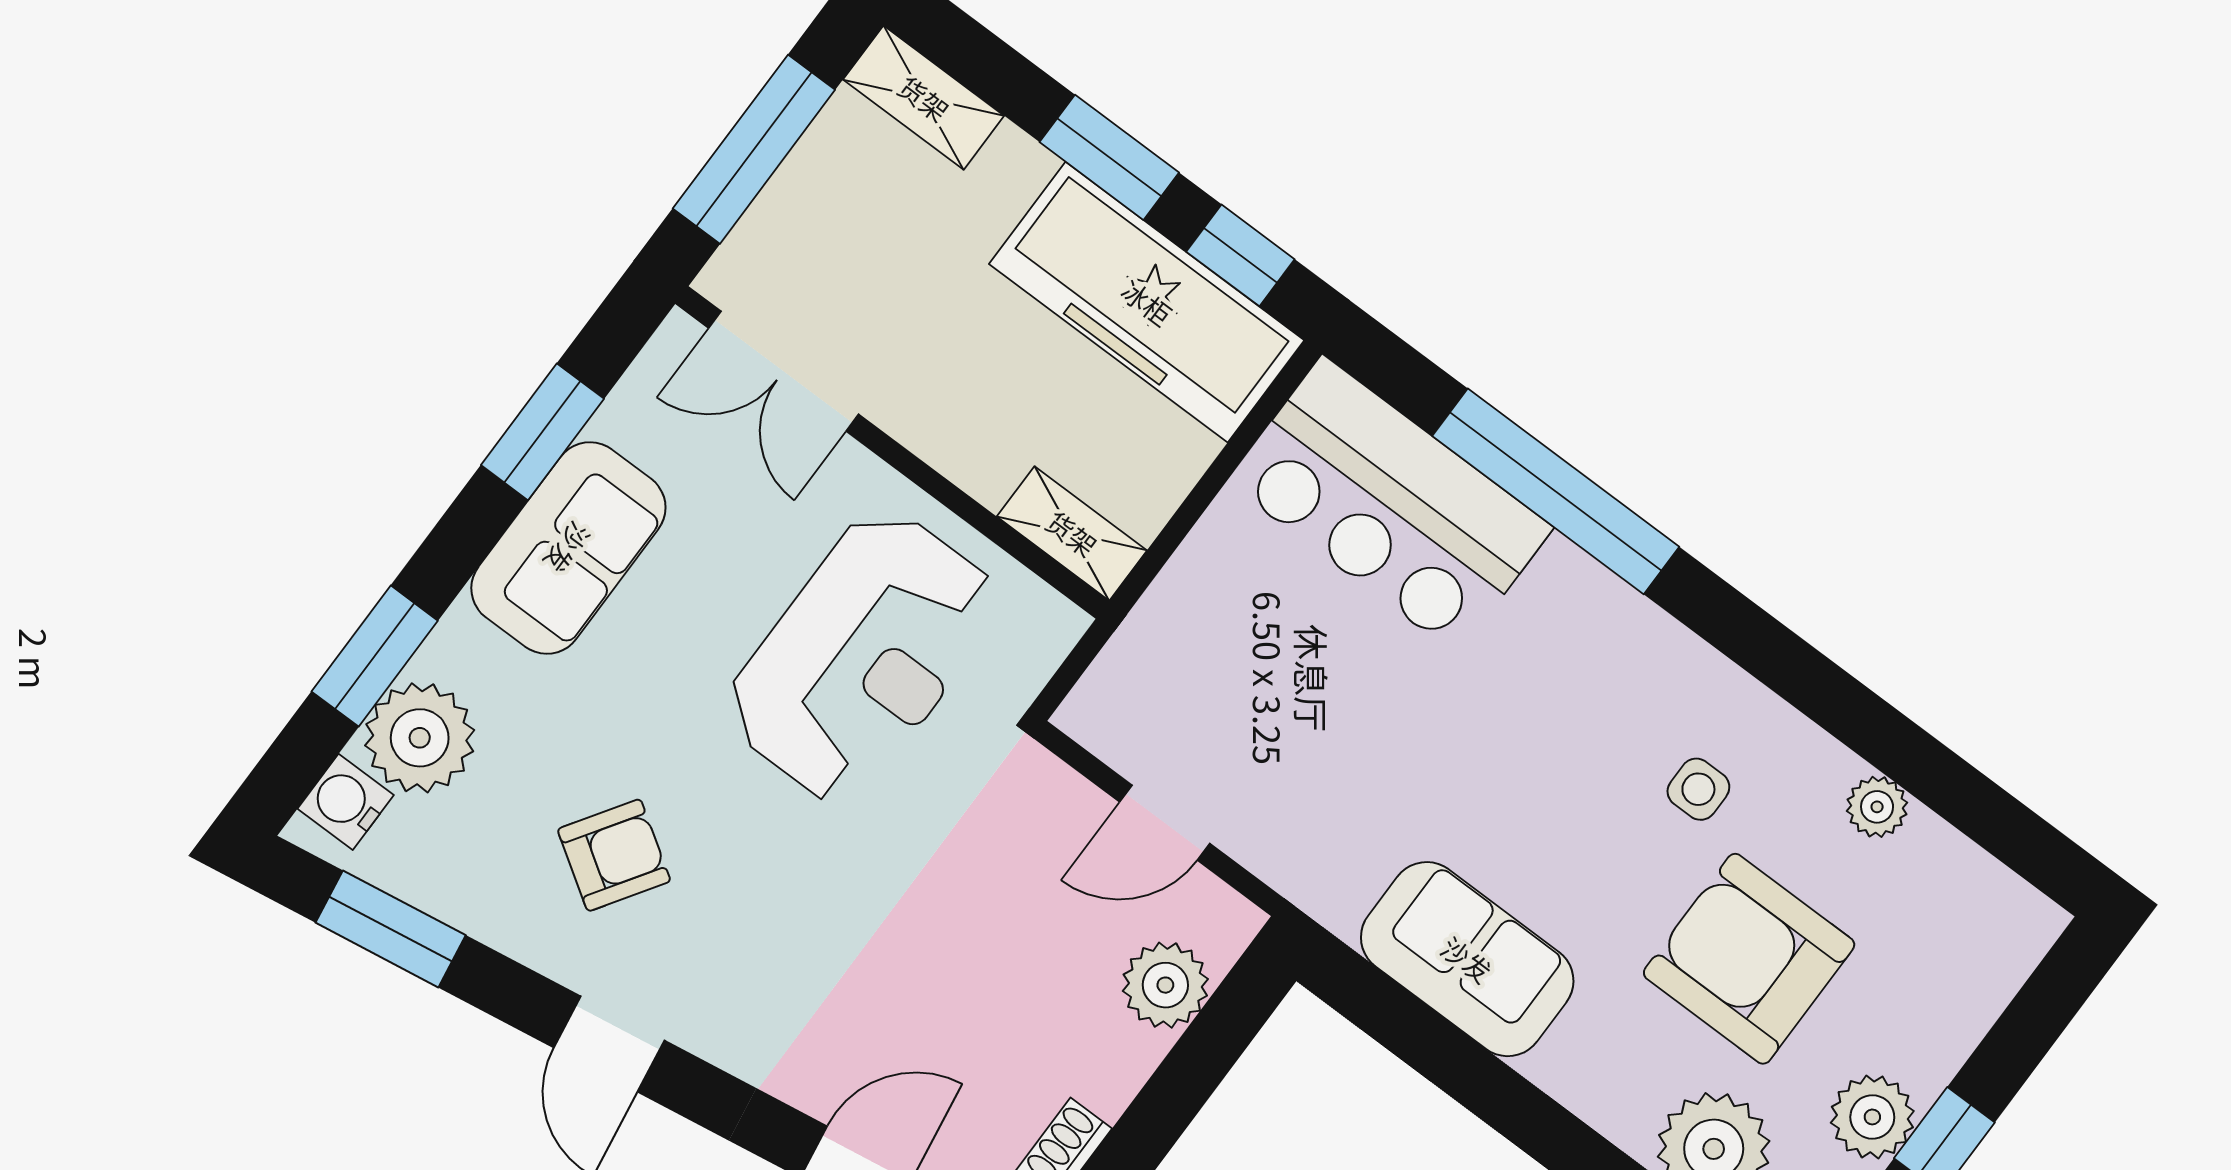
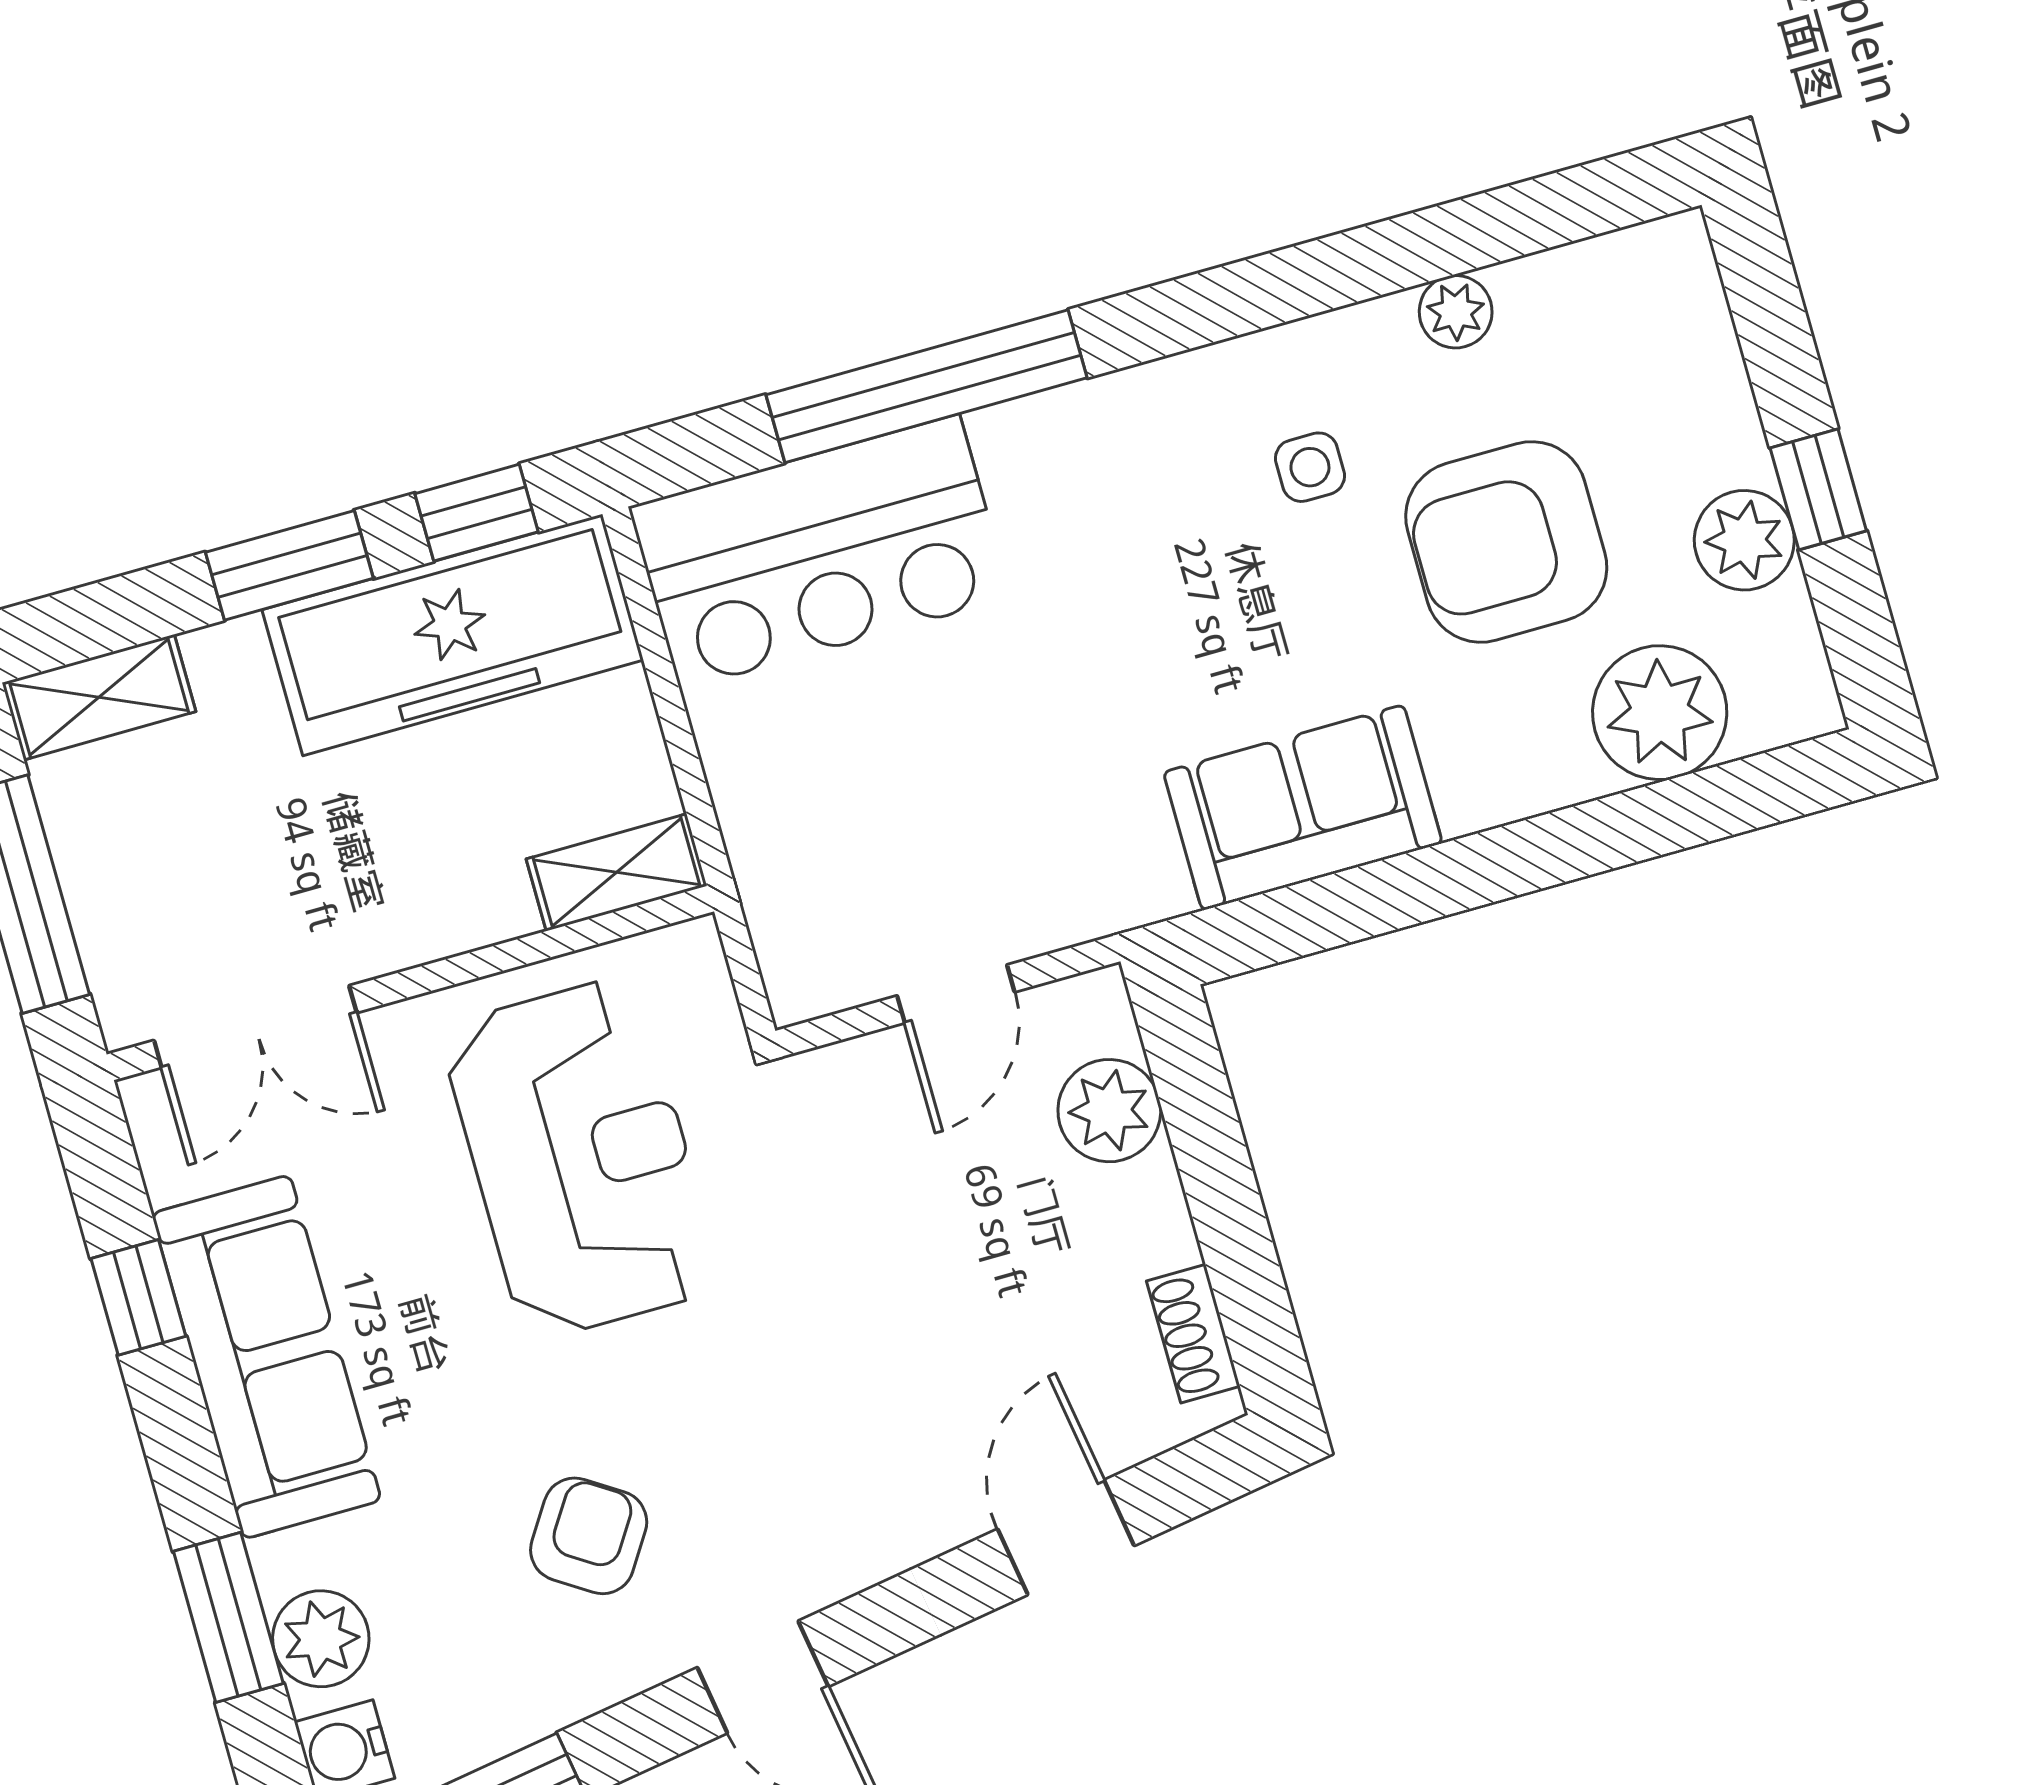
window: (542, 432) -> (138, 1297), width x0.67
sofa: (568, 548) -> (266, 1357), width x1.36
plant: (420, 738) -> (321, 1639), width x0.73, depth x0.73

